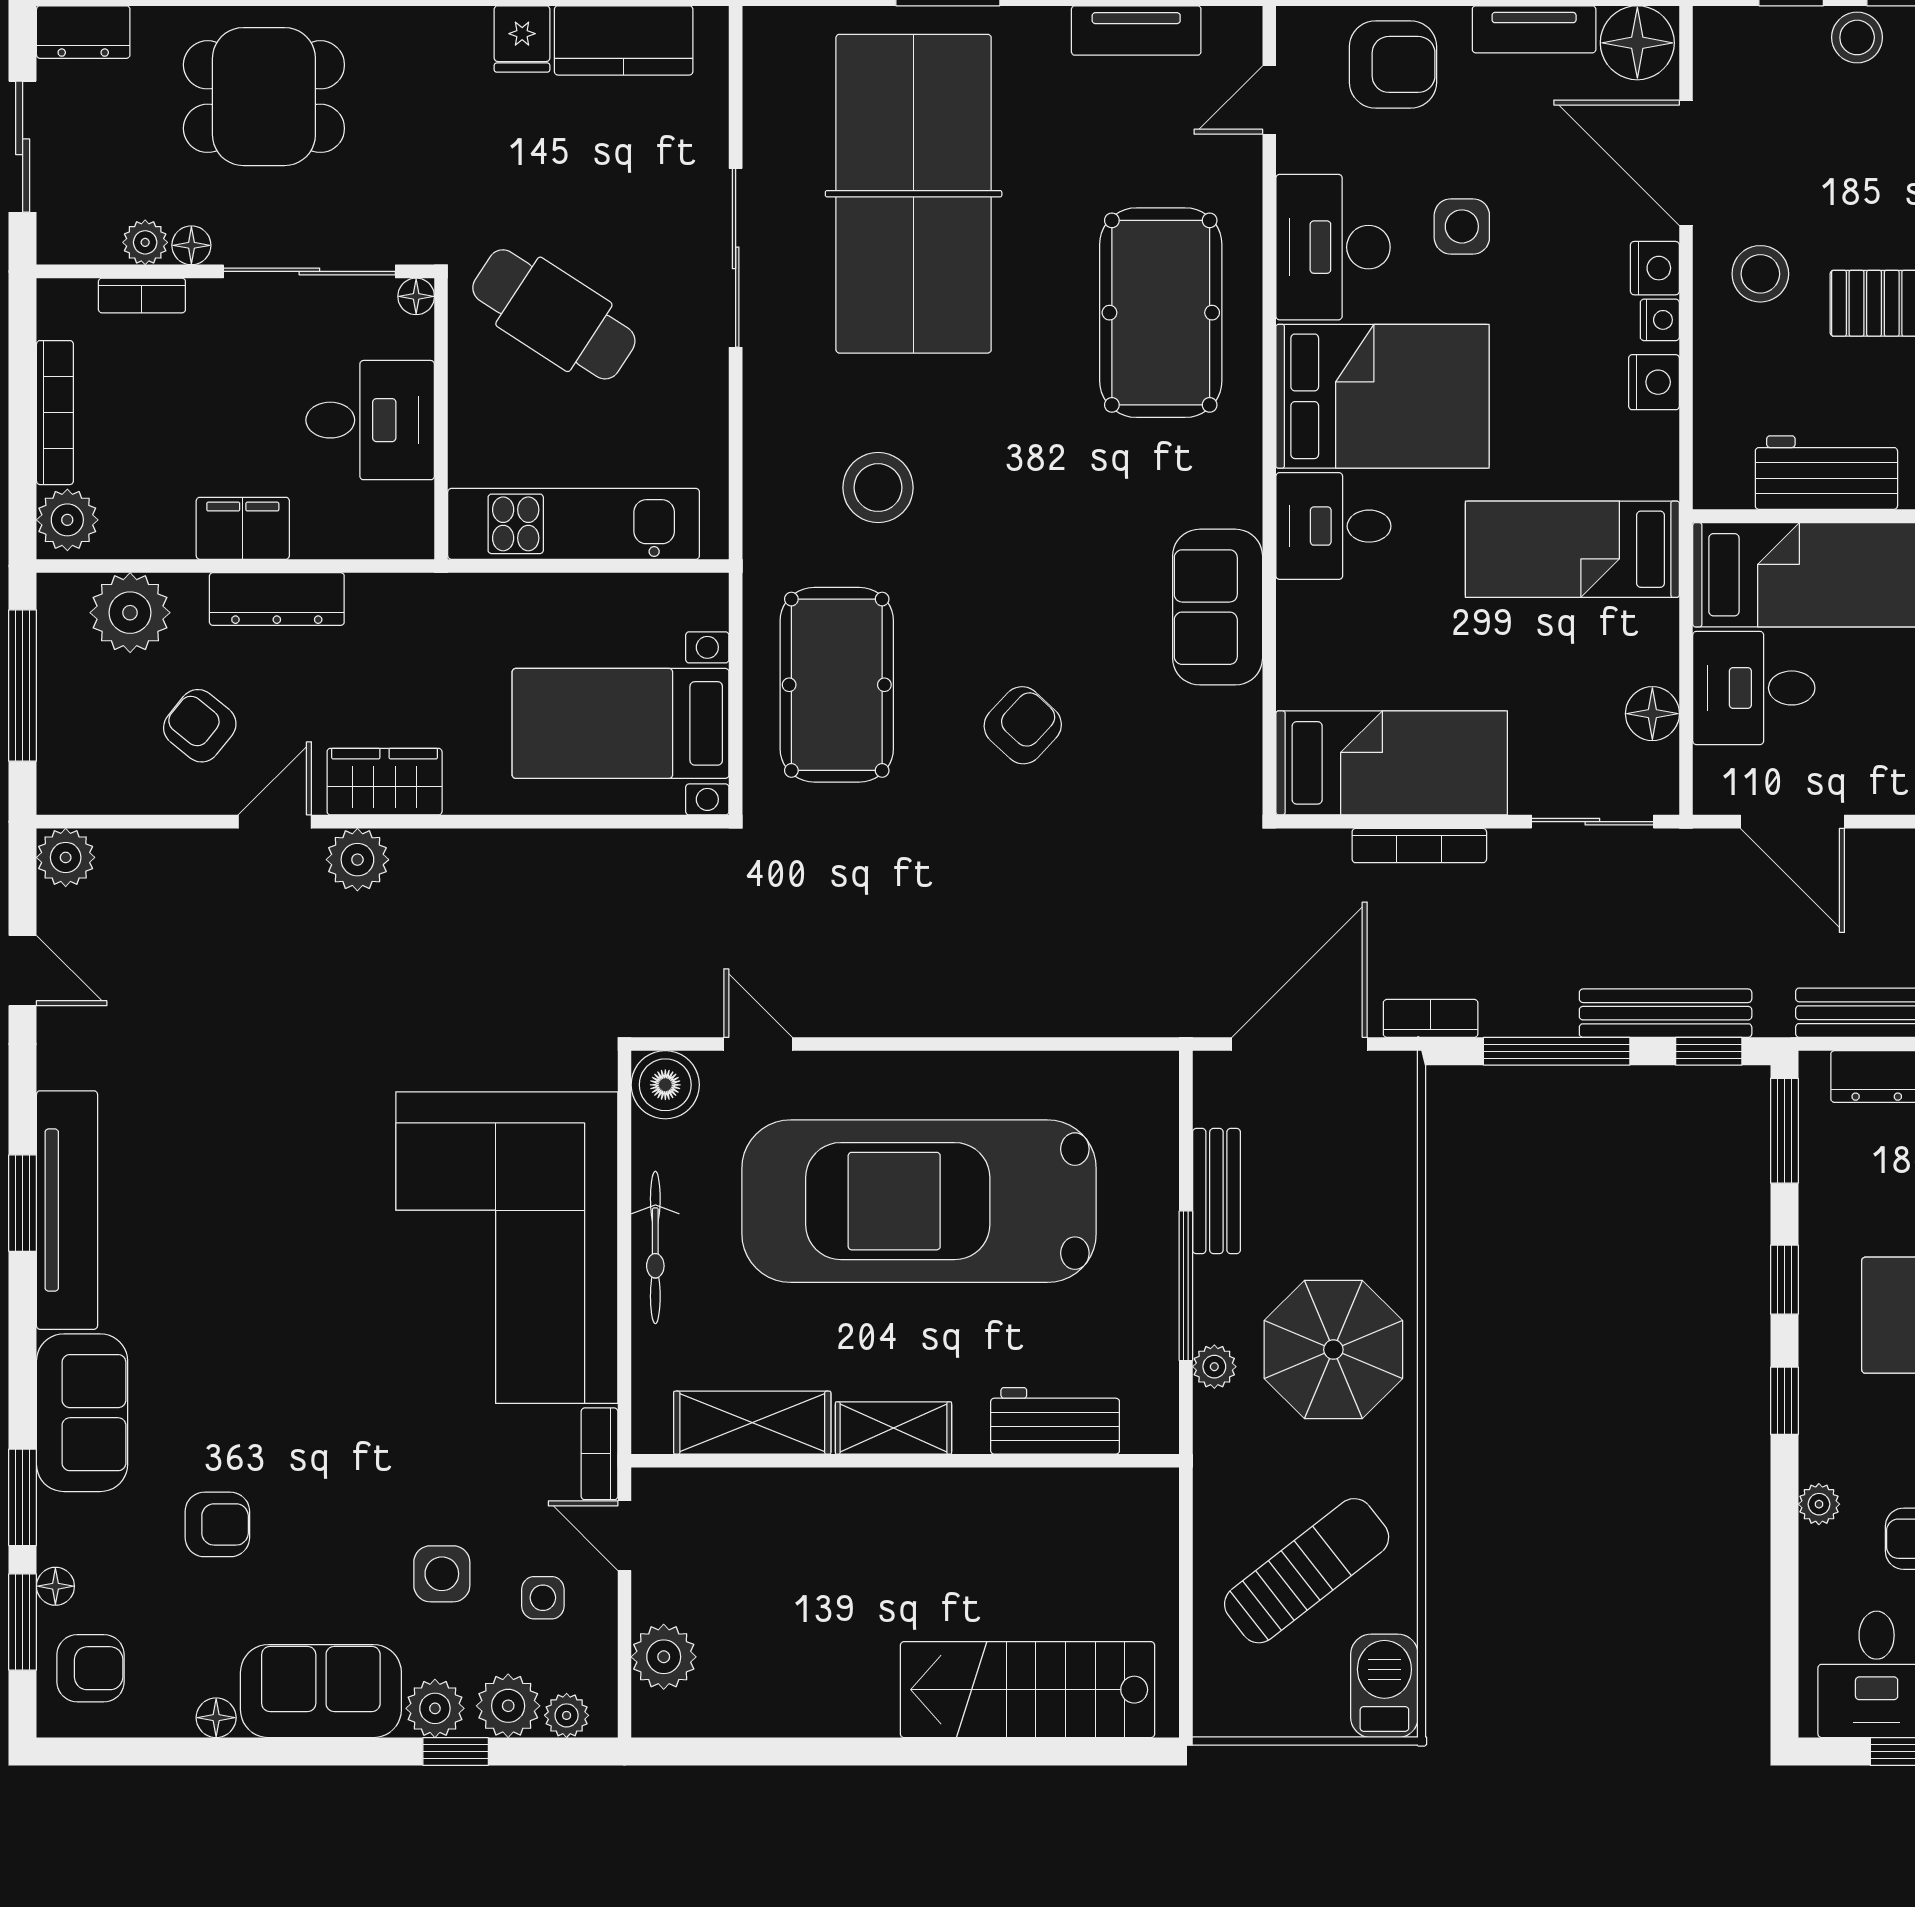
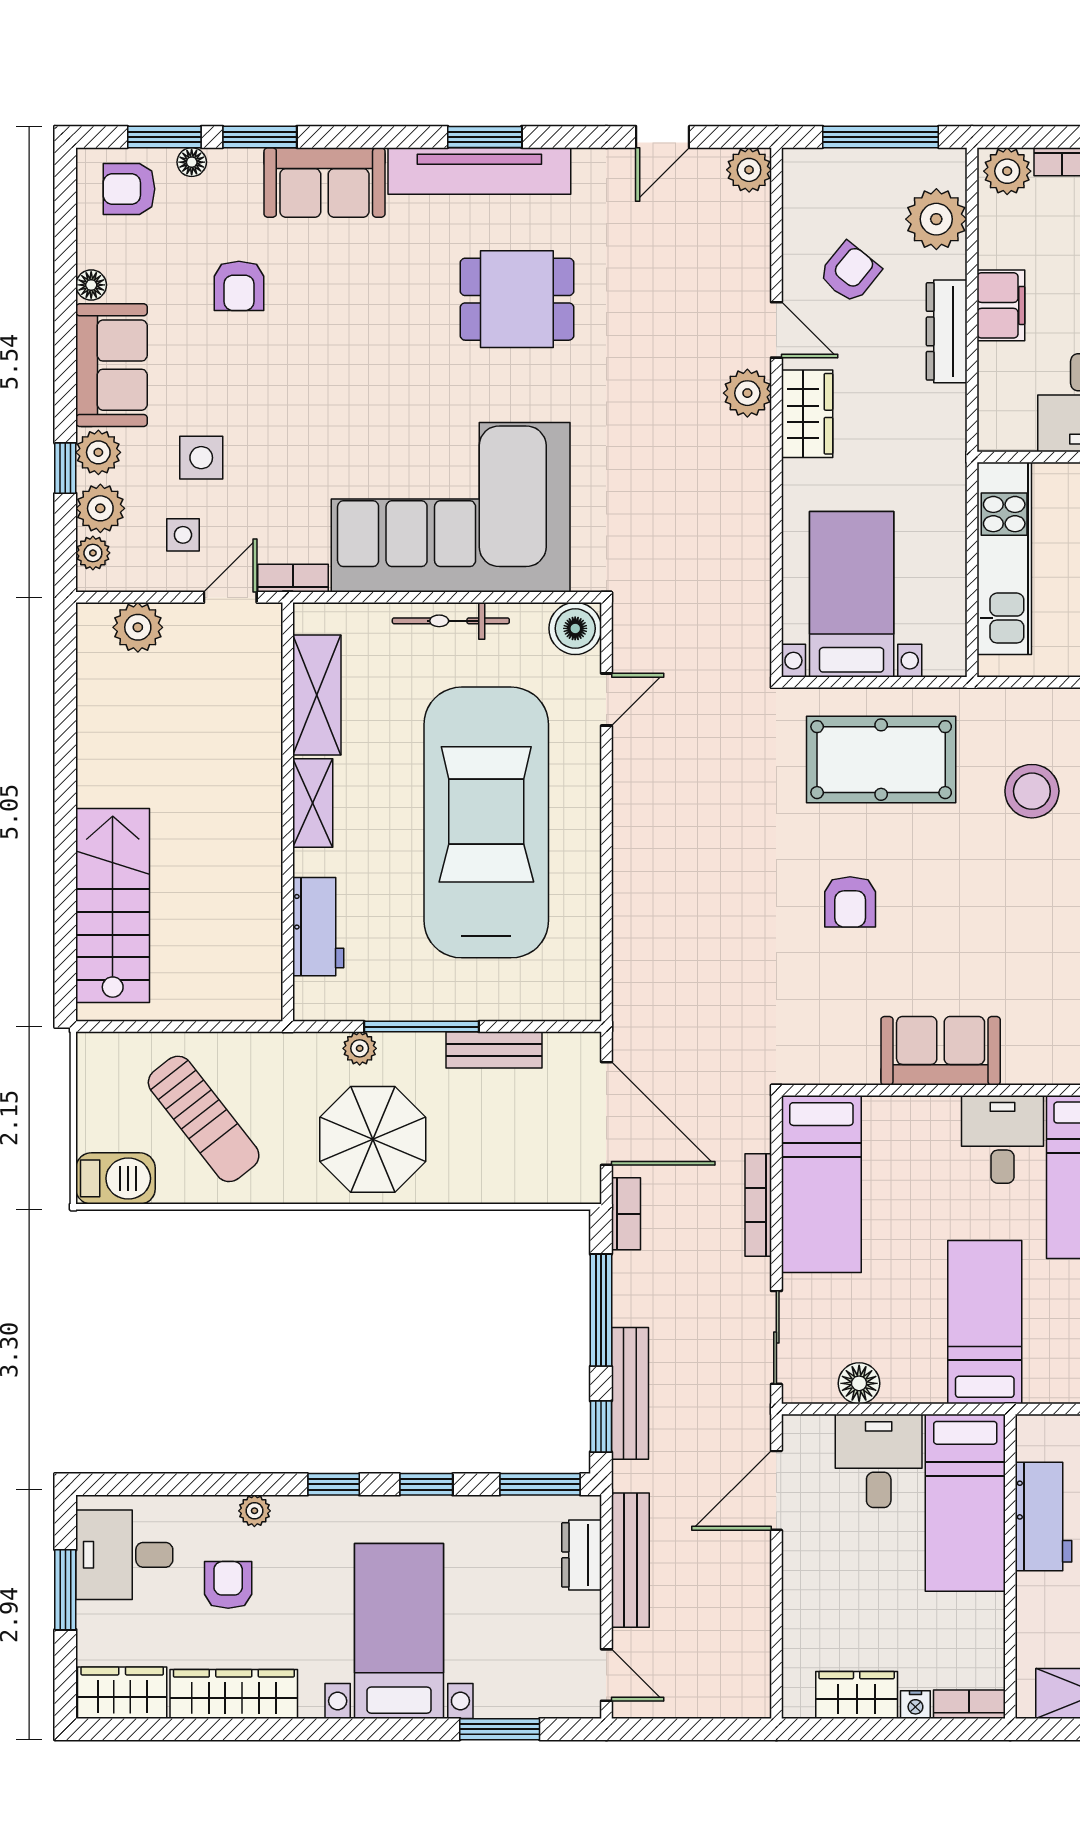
armchair: (1023, 725) -> (850, 902), turned 47
dining table: (235, 1161) -> (517, 299), added
armchair: (91, 1668) -> (129, 189), turned 90

